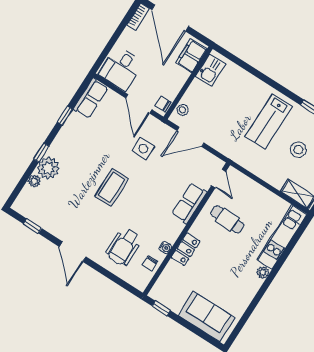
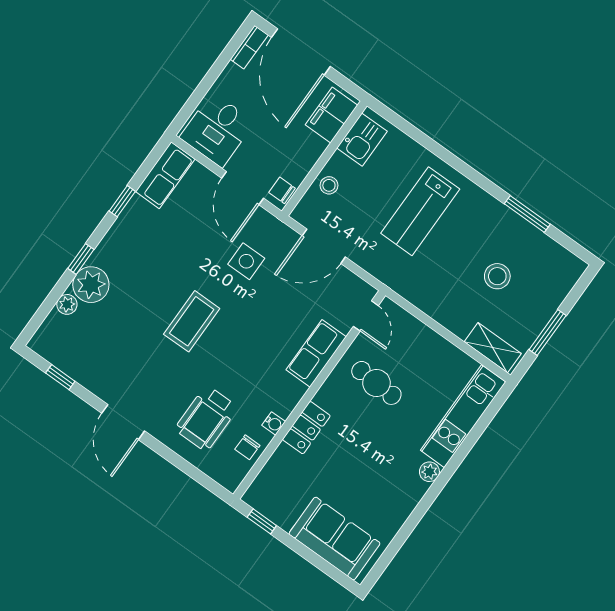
stool: (182, 110) -> (329, 185), moved
lab bench: (269, 121) -> (420, 211), moved

